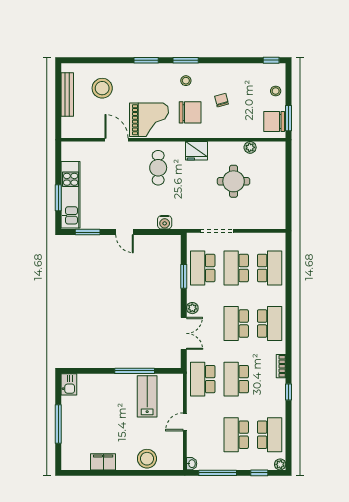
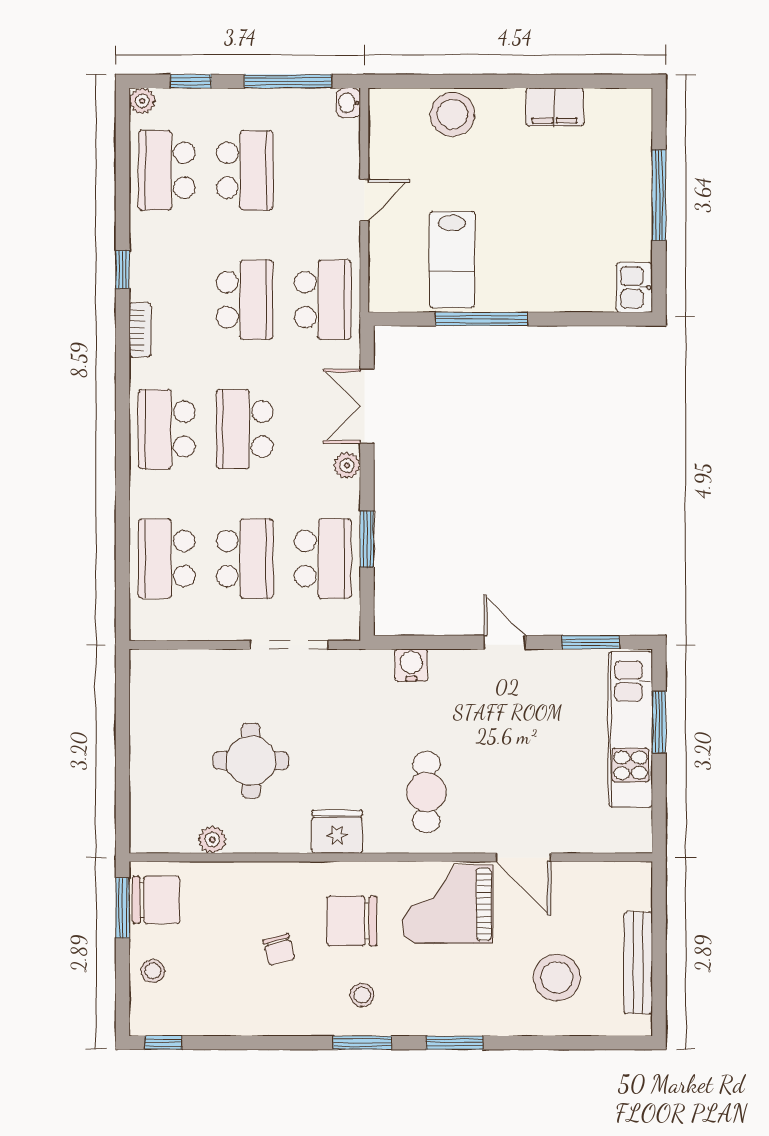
school desk: (236, 324) -> (245, 429), turned 180

